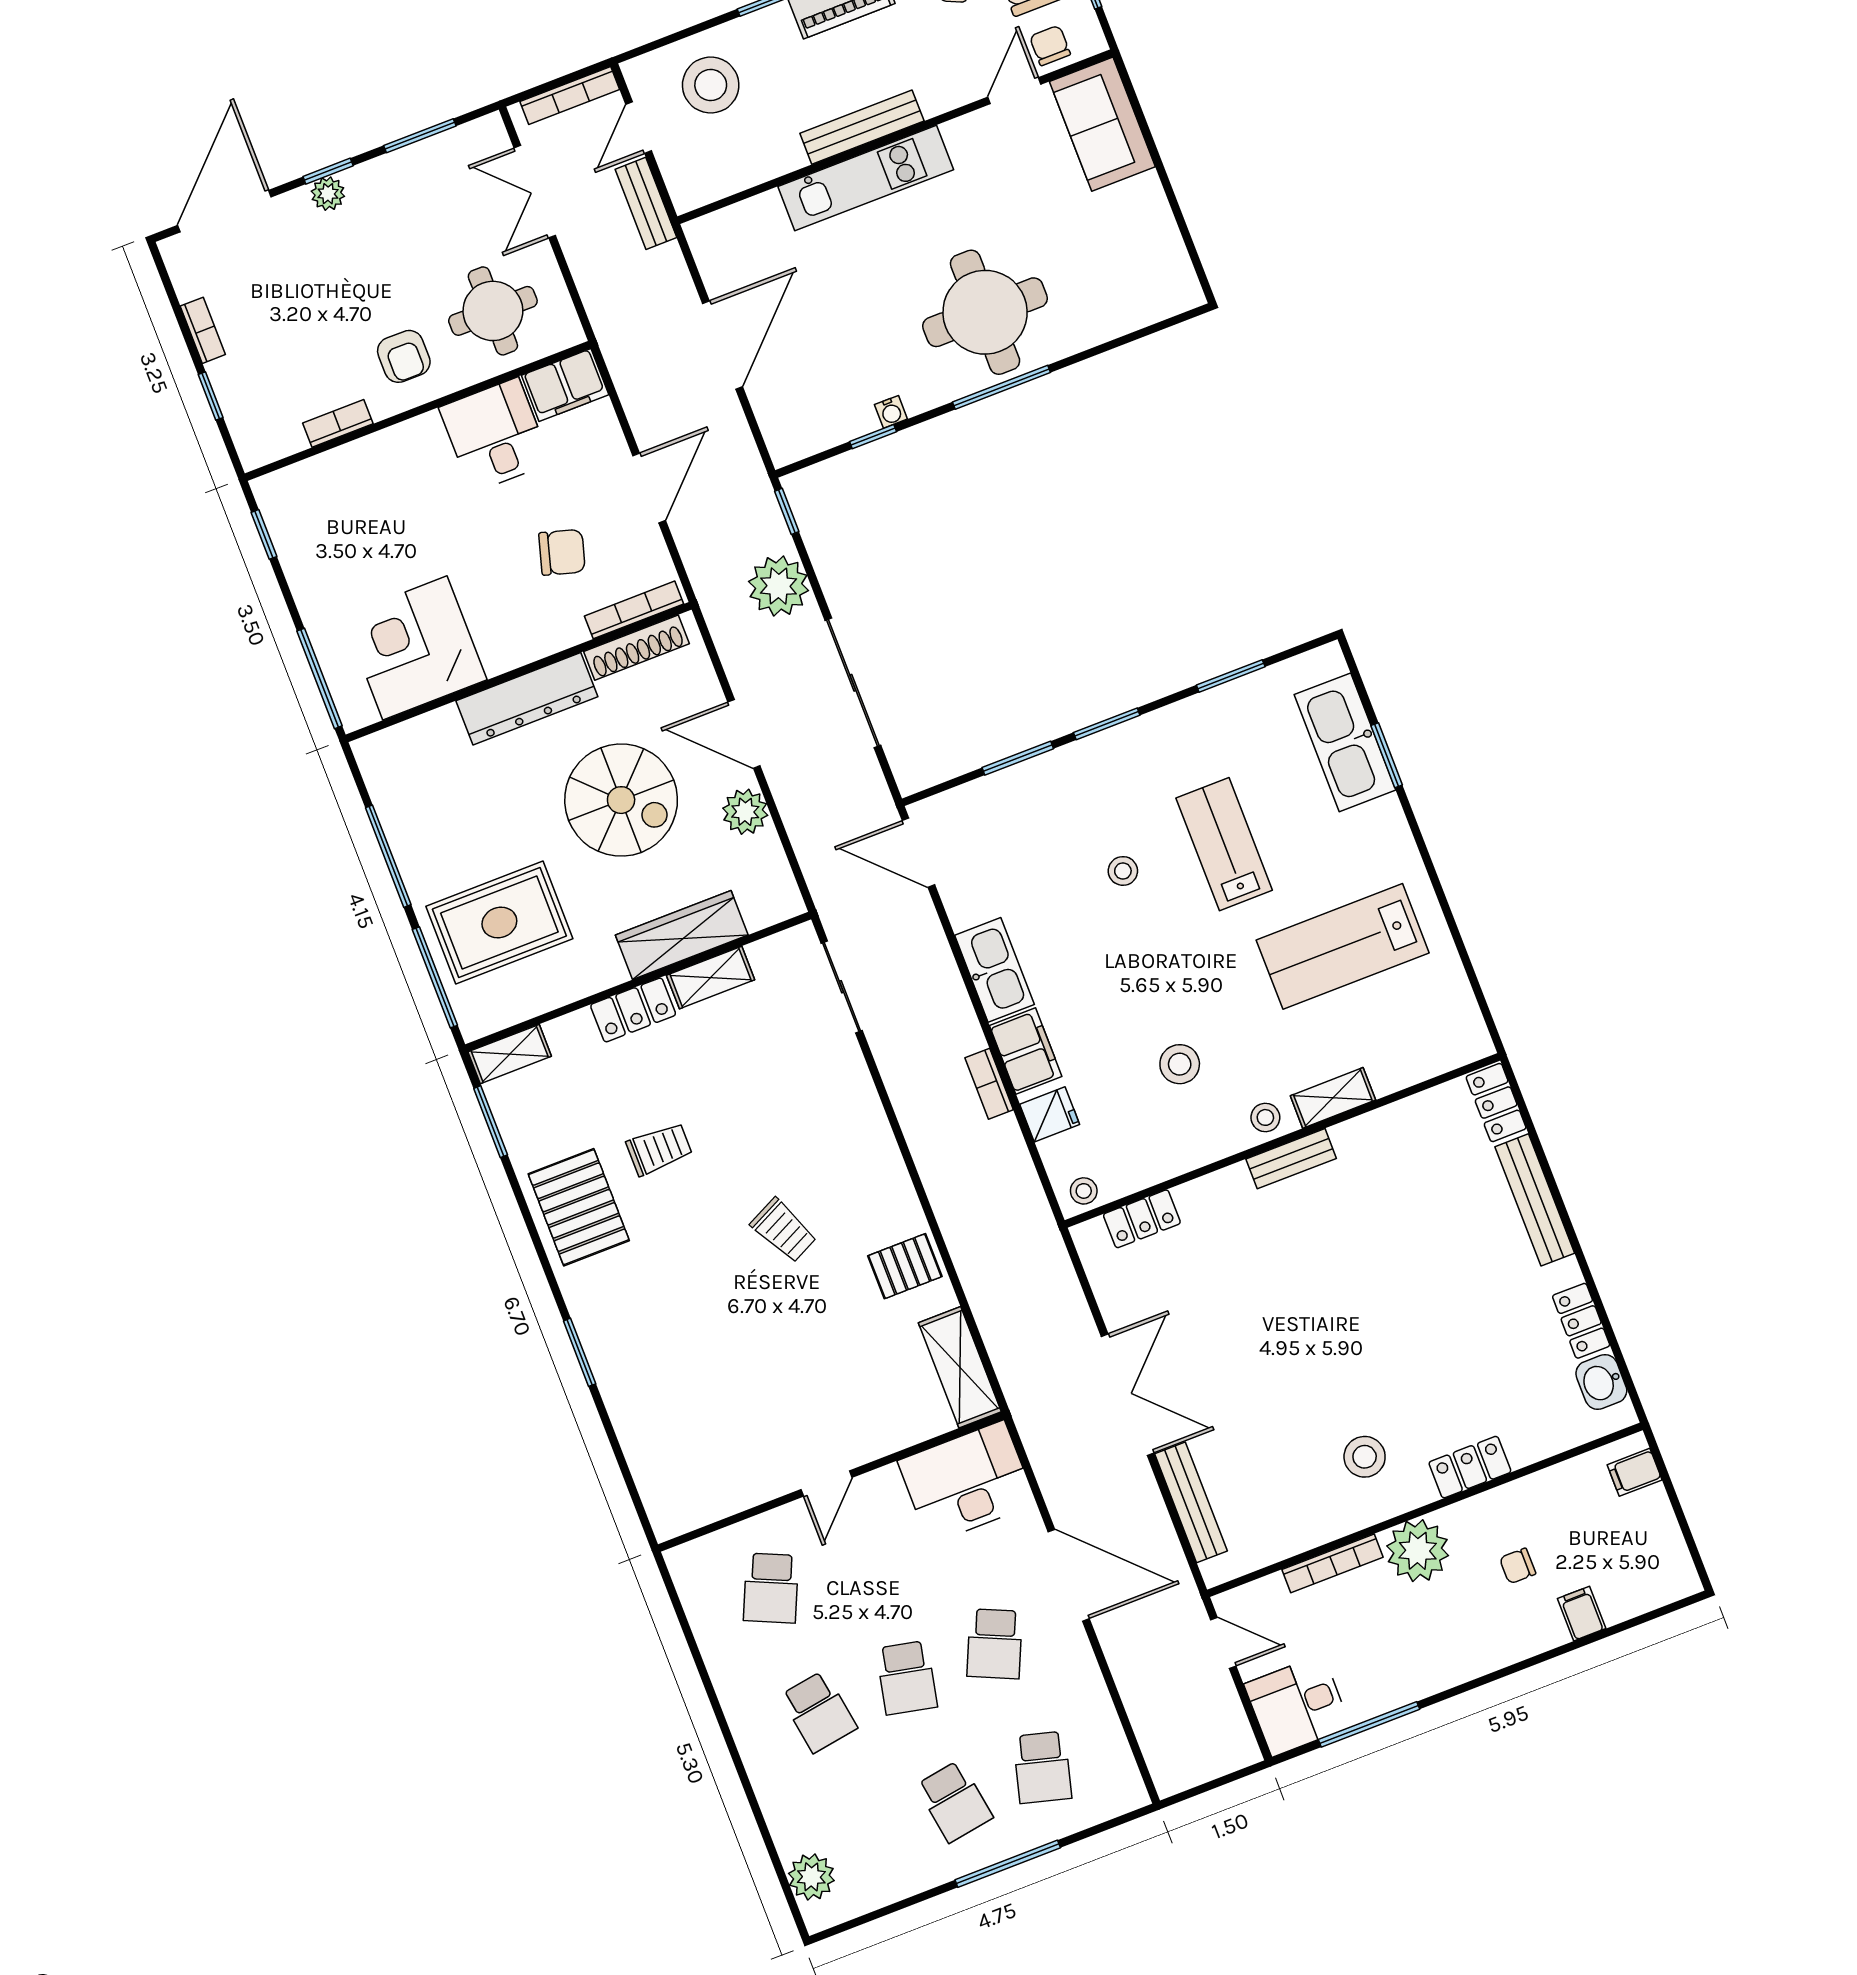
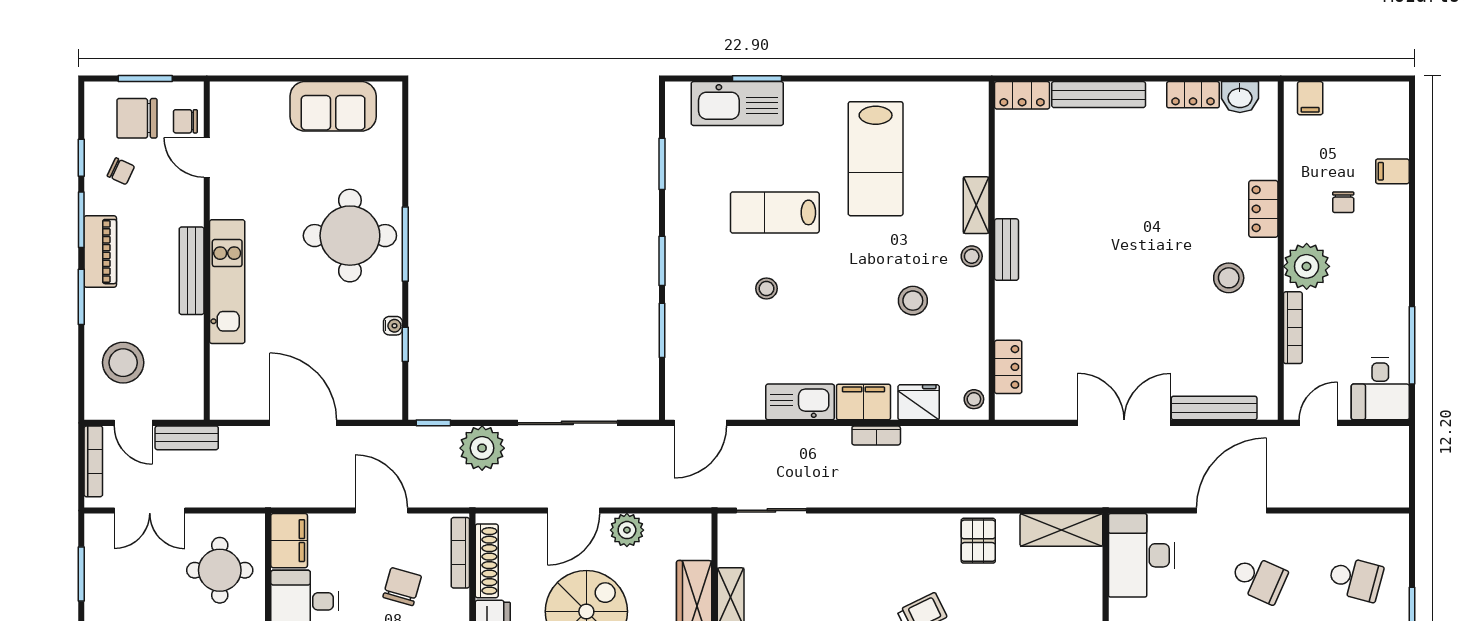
sofa: (1102, 124) -> (333, 106), moved
fridge: (1050, 1114) -> (919, 402), width x1.38

